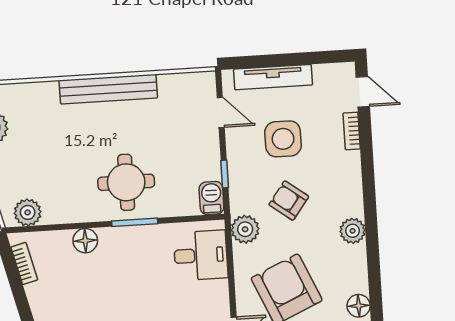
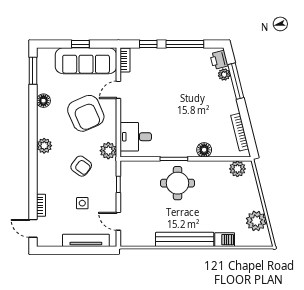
side table: (283, 139) -> (82, 203), width x0.54, depth x0.54
barbecue: (211, 198) -> (225, 240), moved, turned -90
bookcase: (24, 263) -> (240, 132), width x1.56

